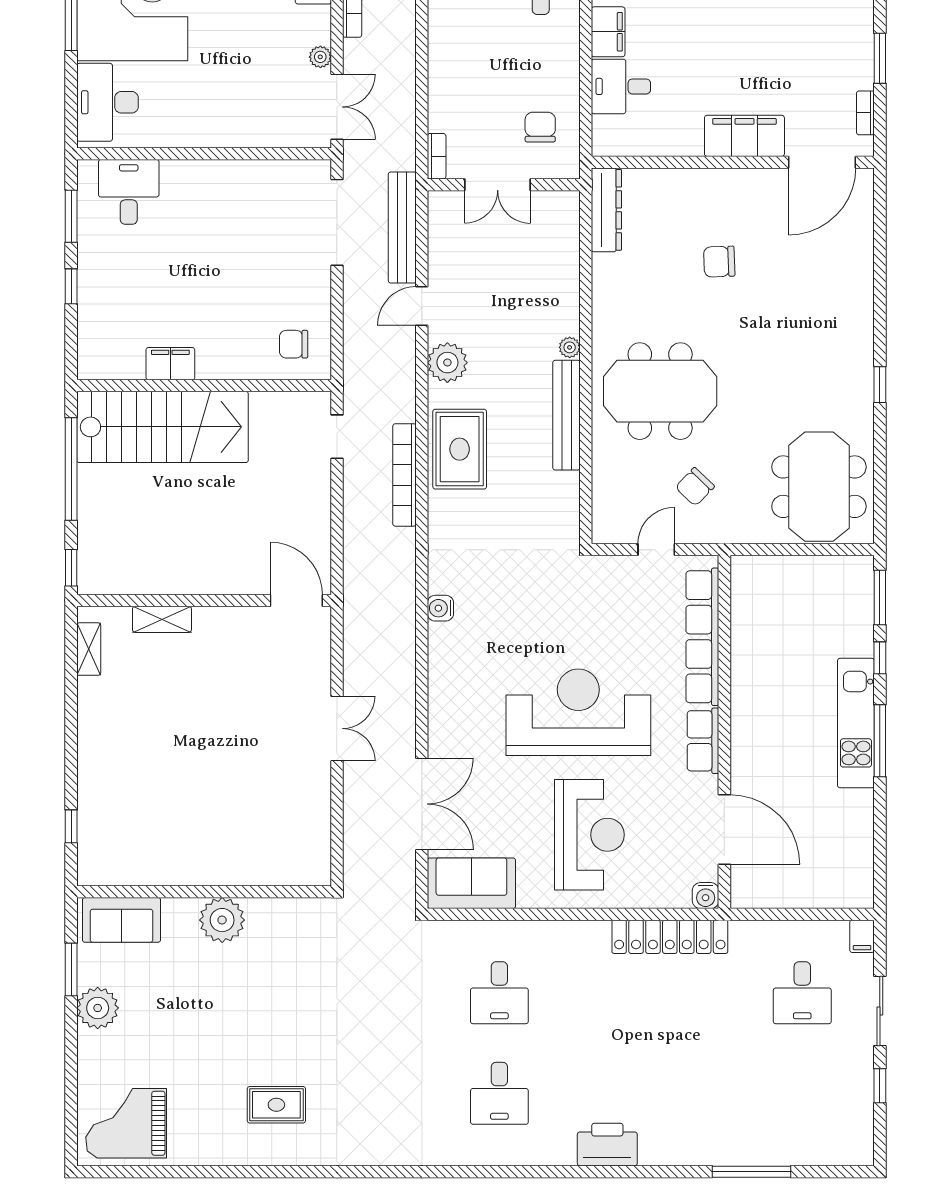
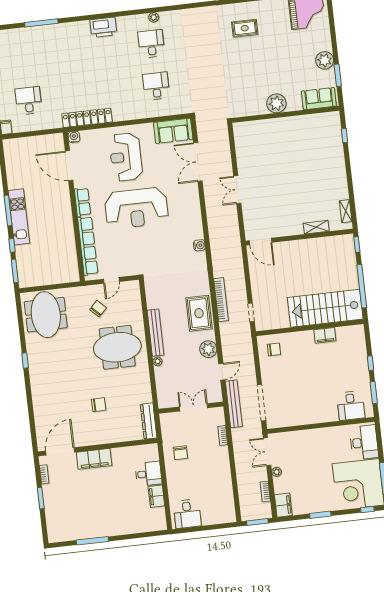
double door: (498, 185) -> (194, 407), moved
wall: (504, 185) -> (191, 408), moved
plant: (487, 1155) -> (154, 17), added

